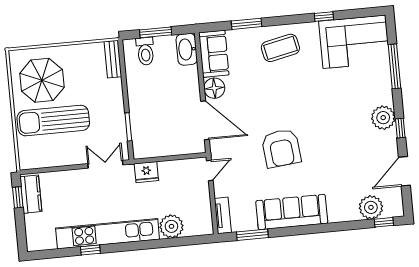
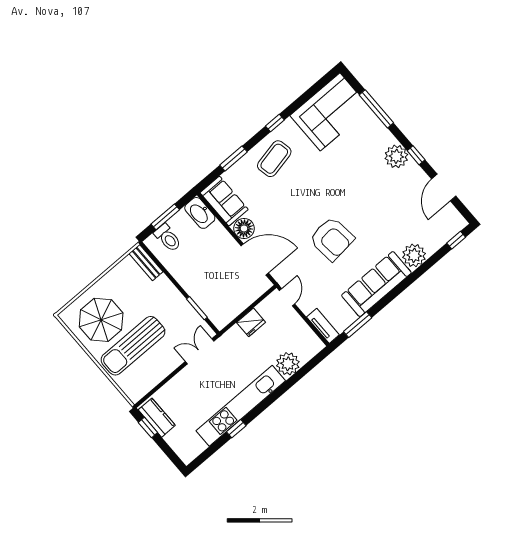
window: (324, 16) -> (275, 123), moved
fridge: (146, 172) -> (251, 322), moved
plant: (371, 207) -> (414, 255), moved

